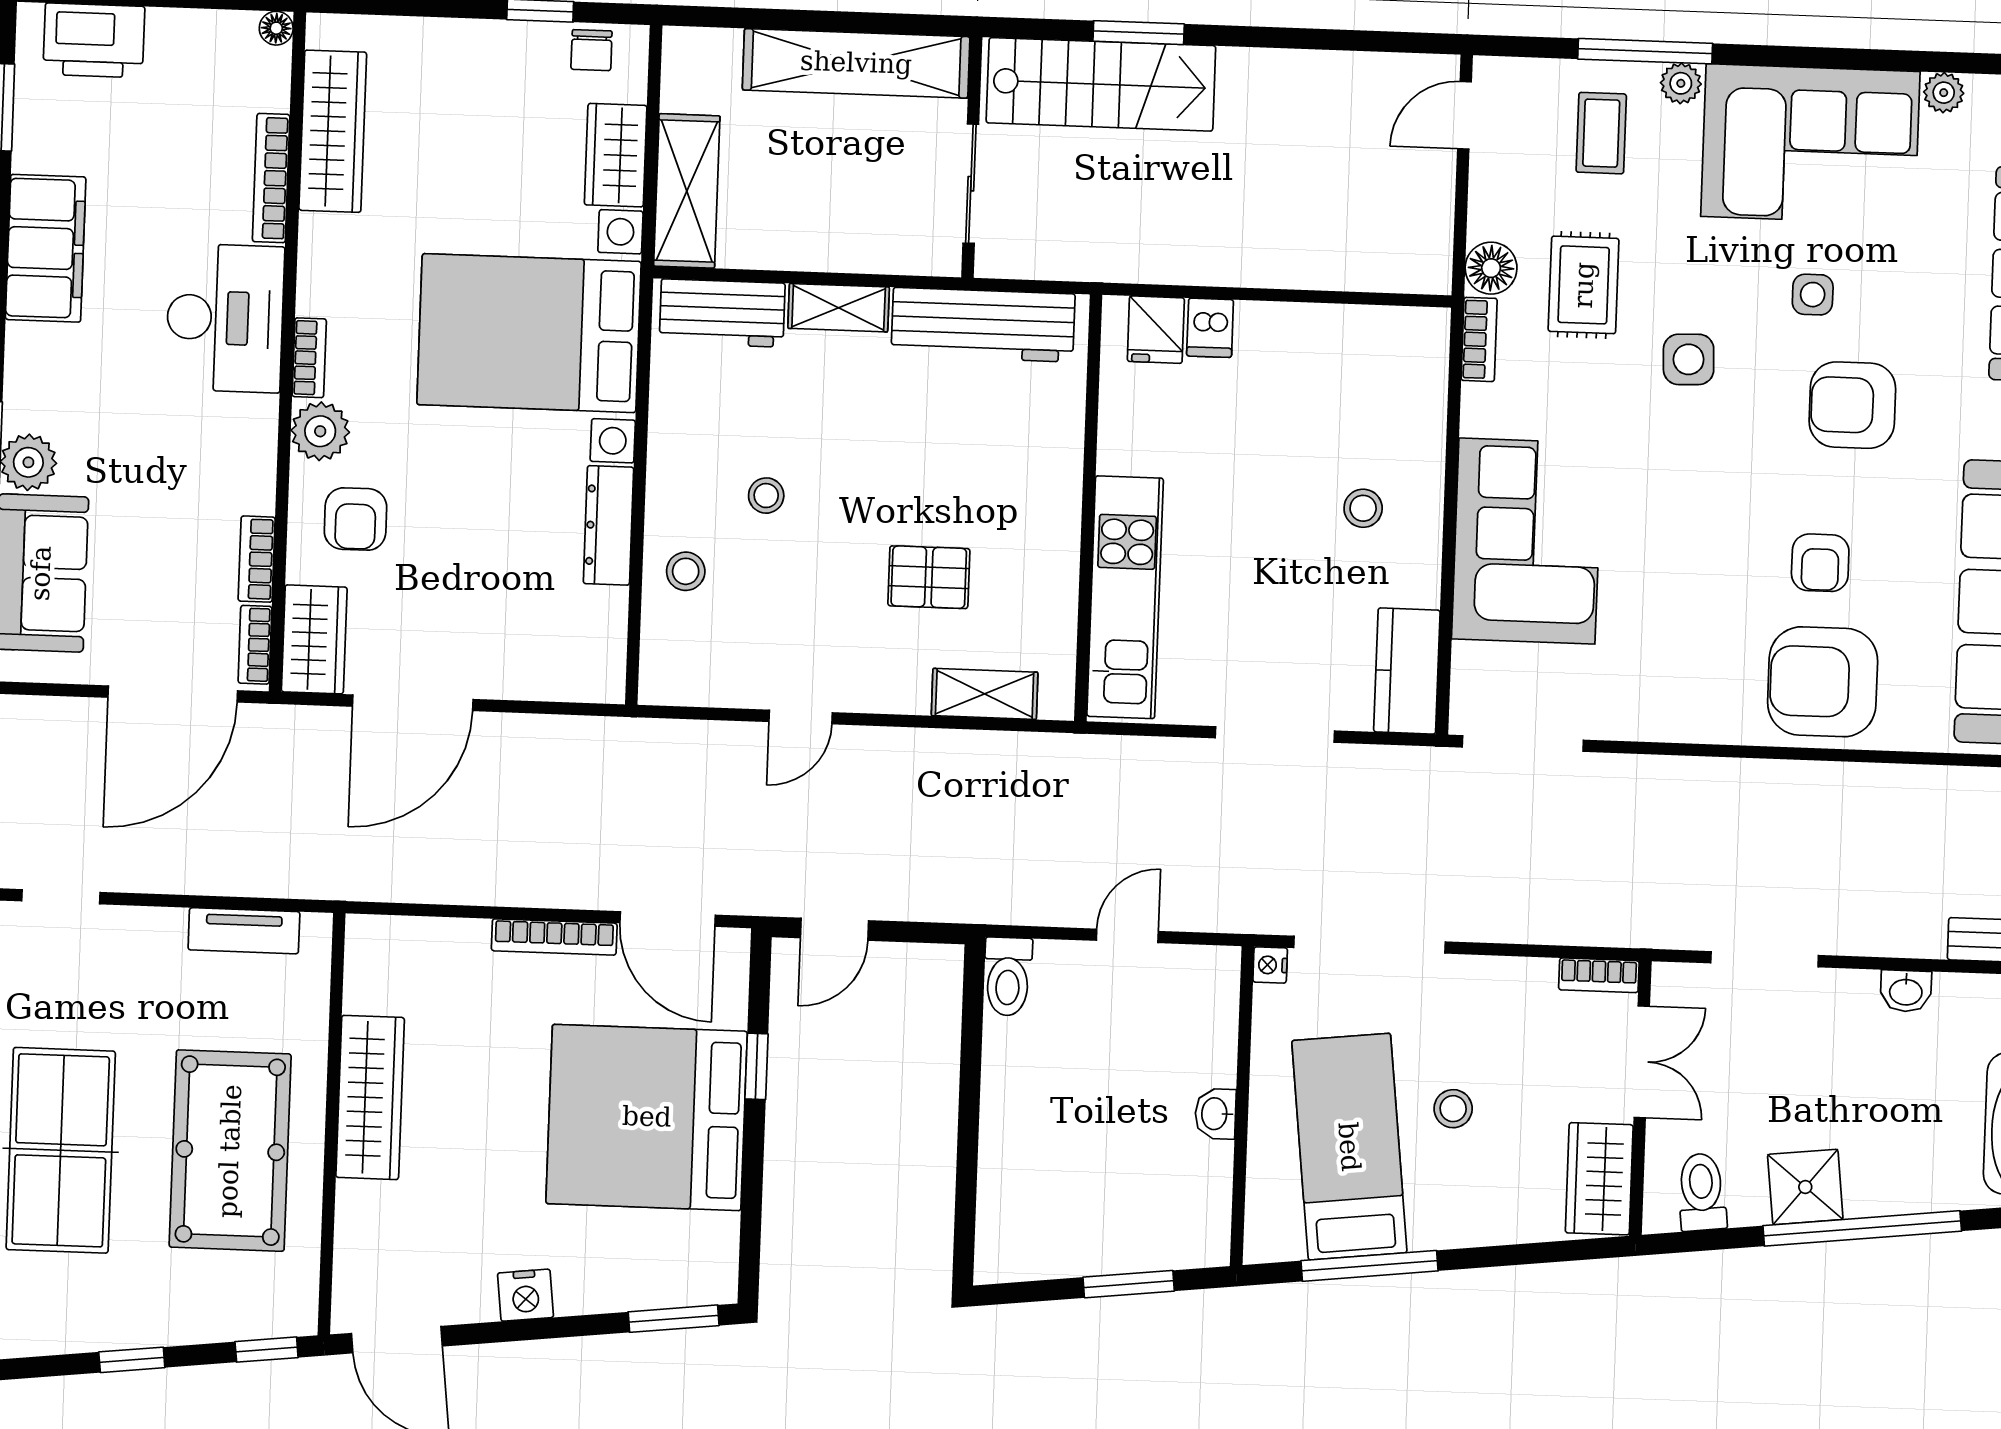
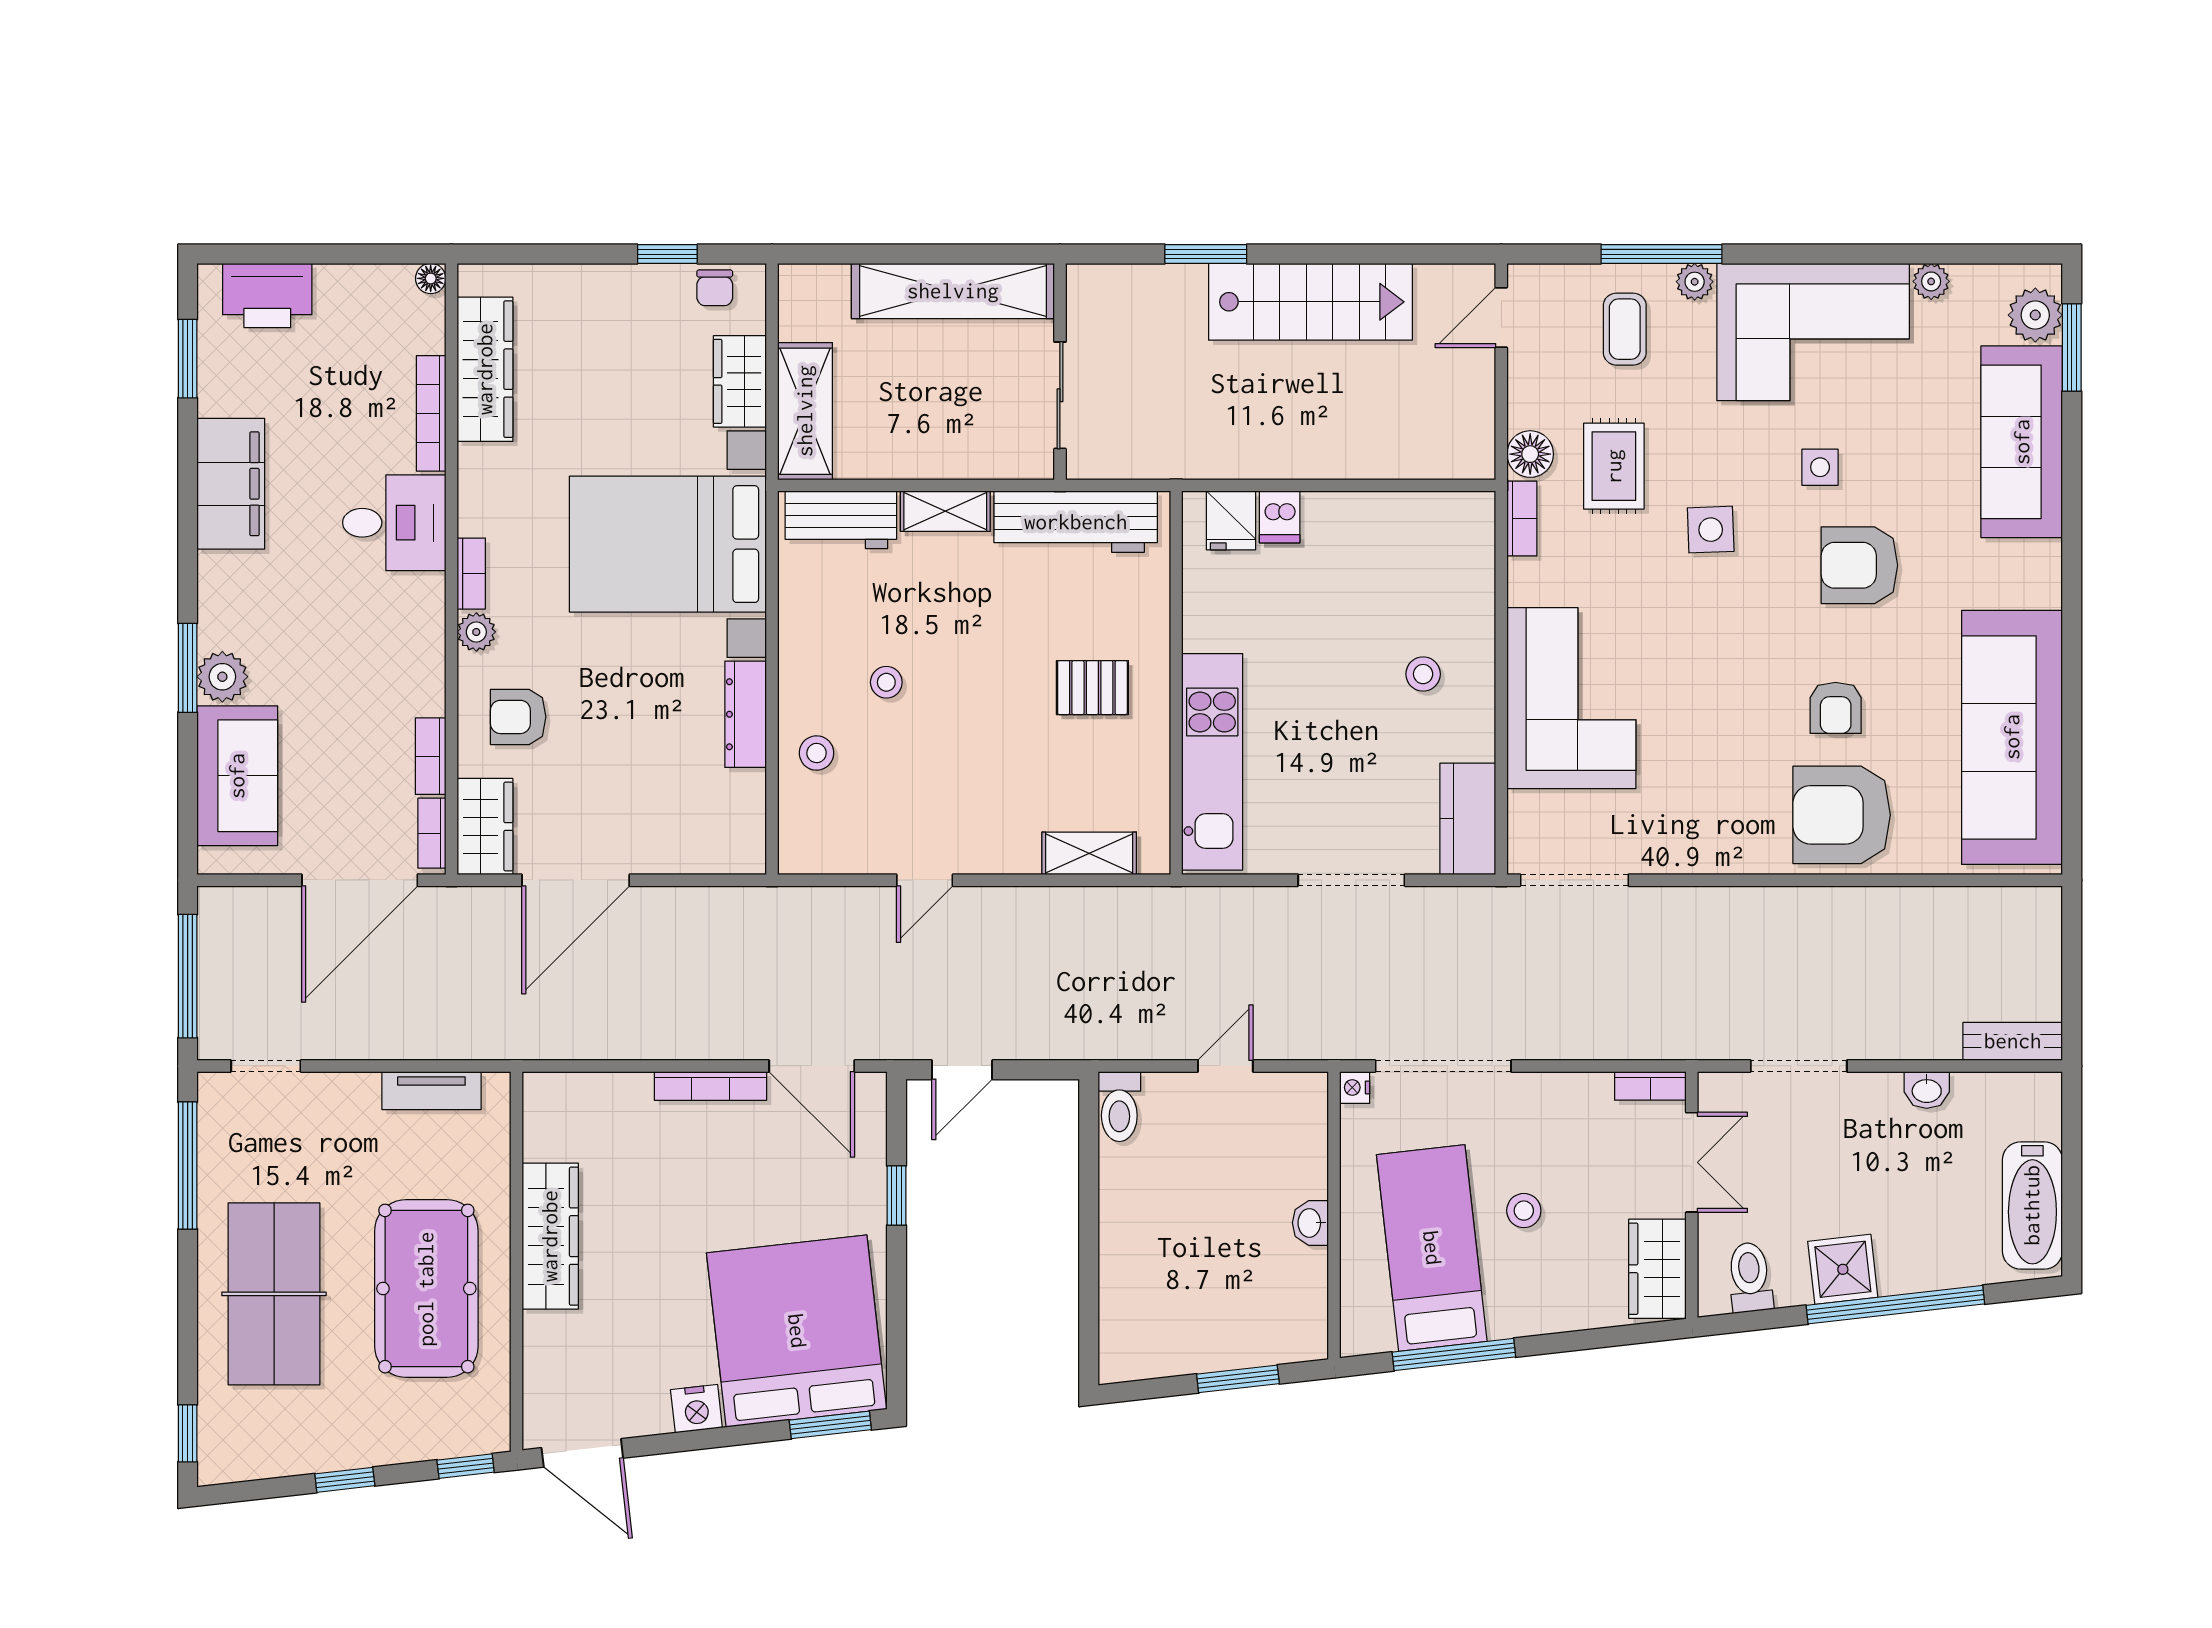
stairs: (1101, 84) -> (1310, 302), moved
desk: (225, 318) -> (394, 523), width x0.73
plant: (320, 431) -> (476, 632), width x0.73, depth x0.73
armchair: (355, 519) -> (518, 717), turned 90
pallet: (929, 577) -> (1092, 688), moved
bed: (647, 1117) -> (797, 1331), moved, turned 84

